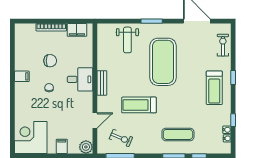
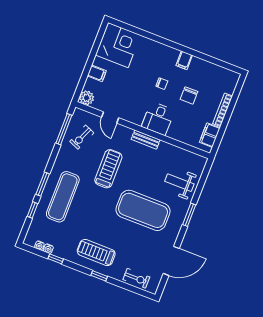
exercise mat: (178, 134) -> (63, 197), width x1.36, depth x1.45

